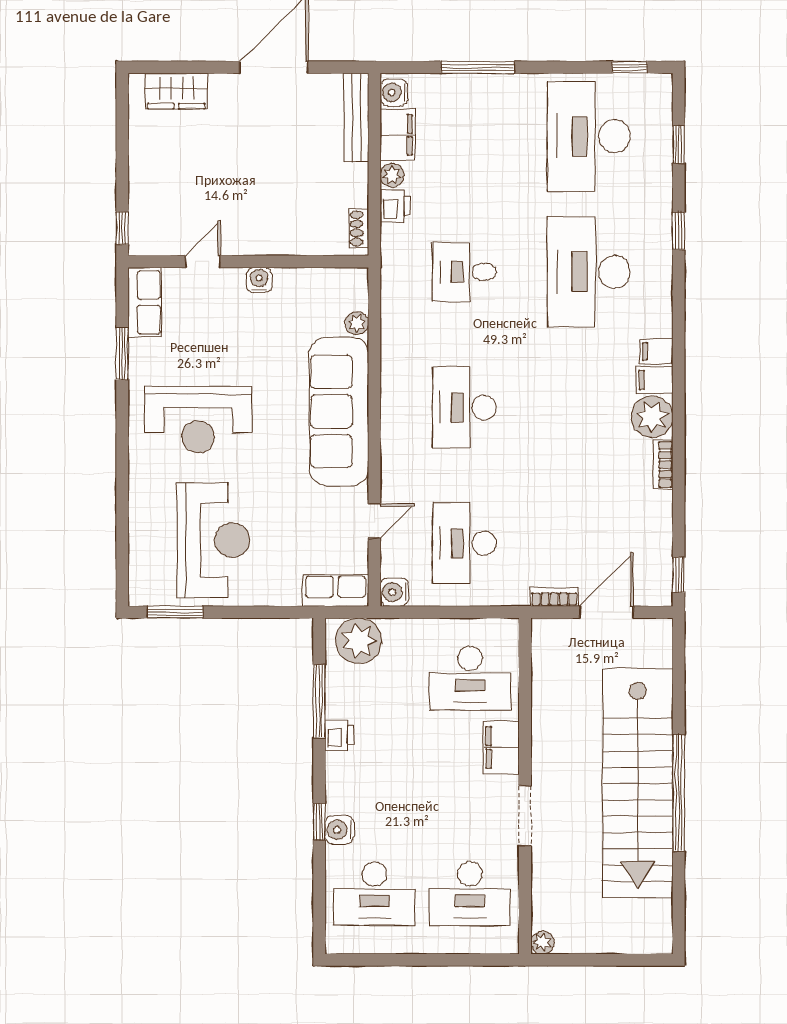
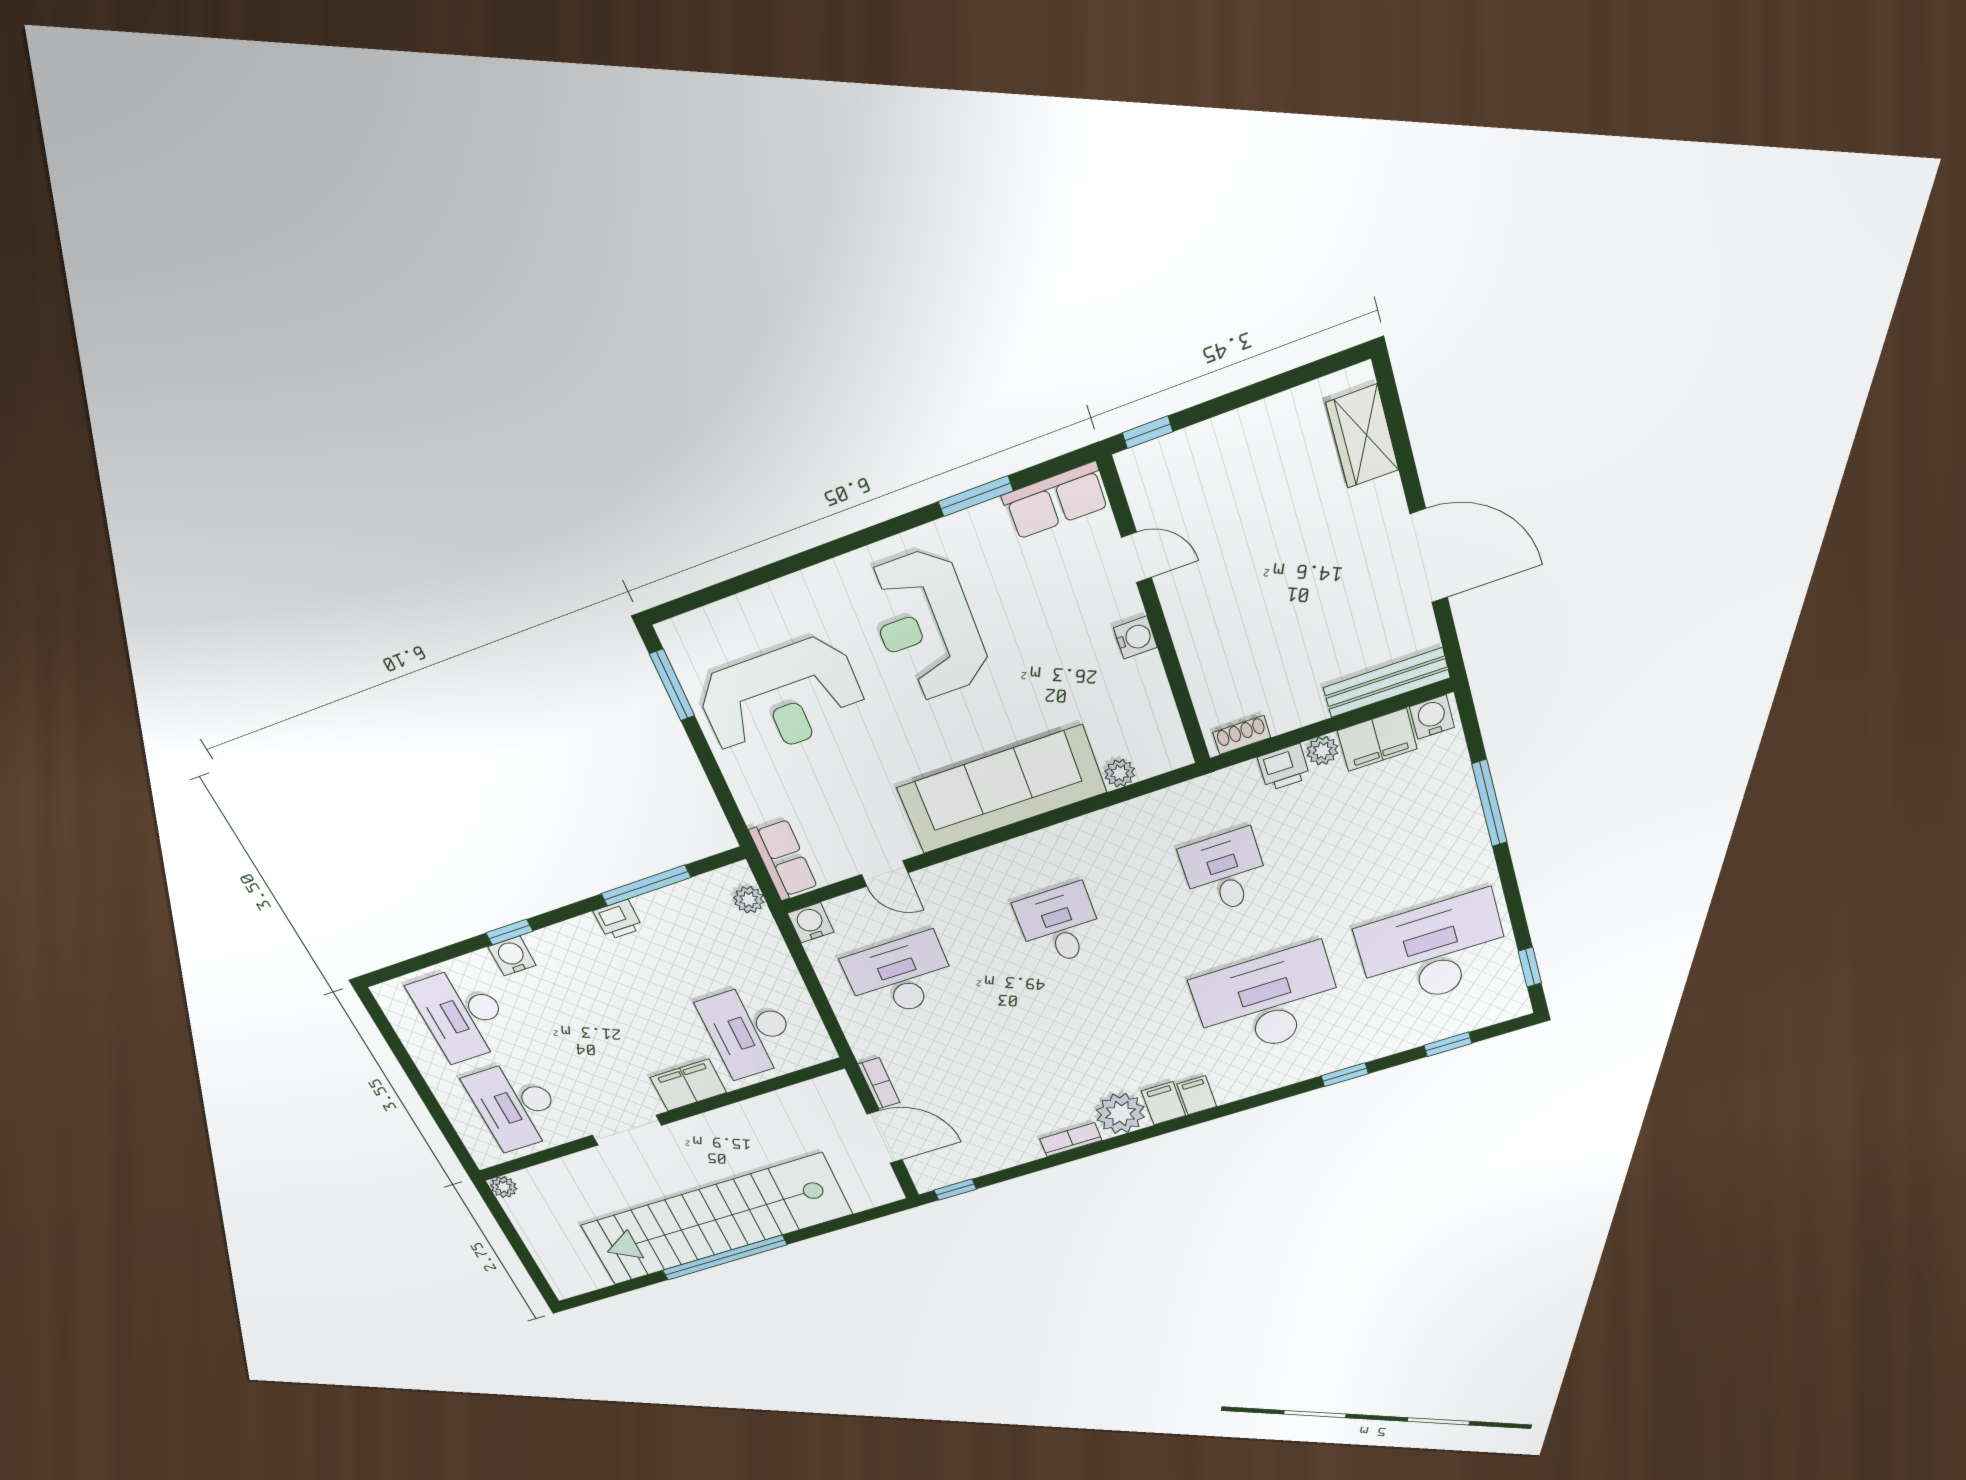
desk: (464, 408) -> (1059, 925), width x0.73
plant: (359, 641) -> (749, 900), width x0.53, depth x0.53

